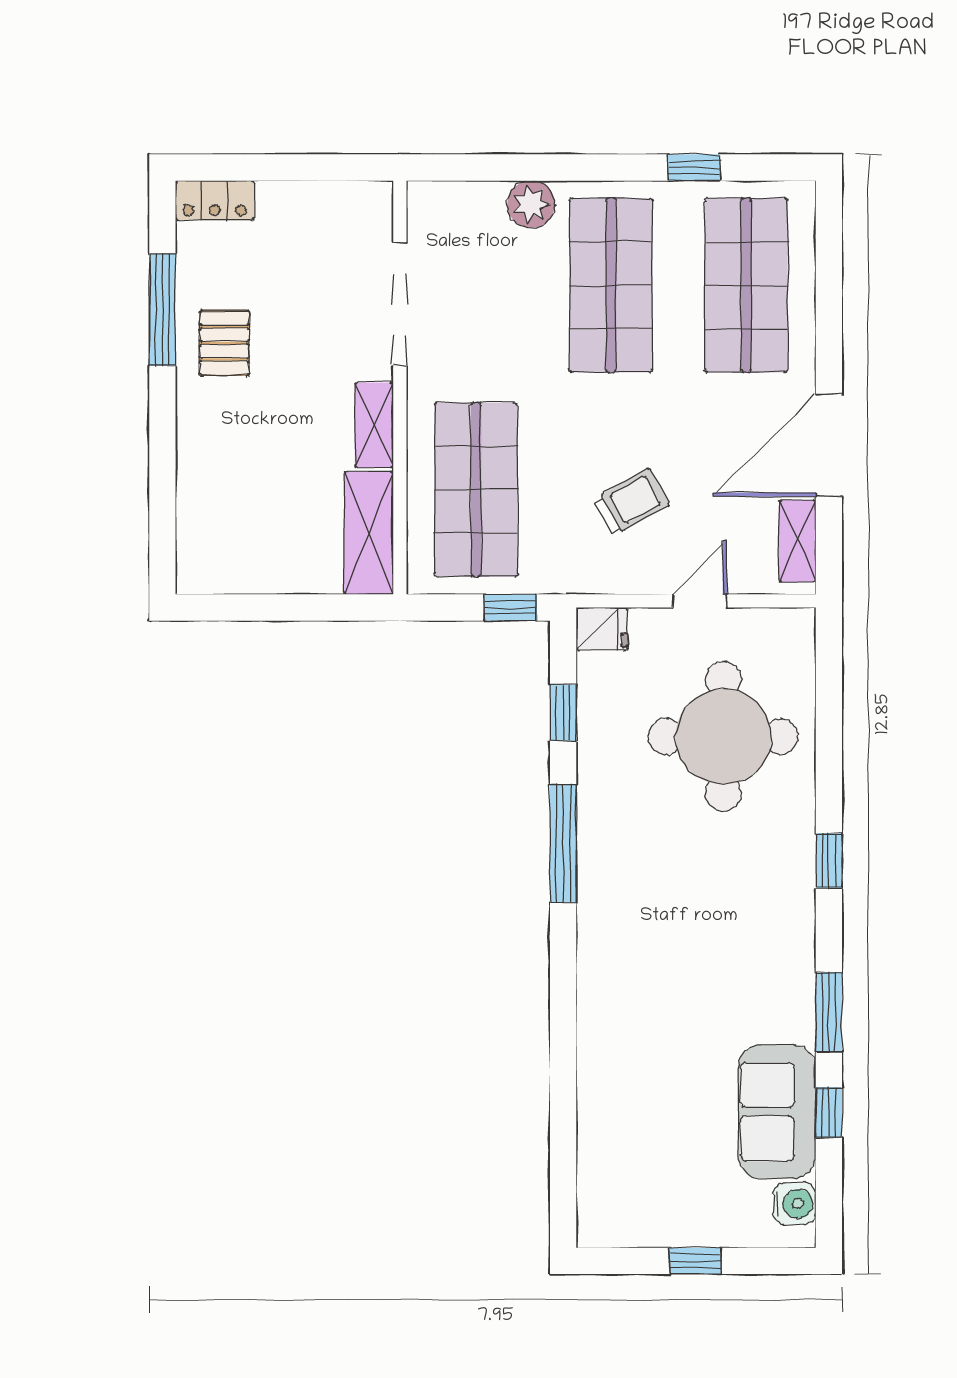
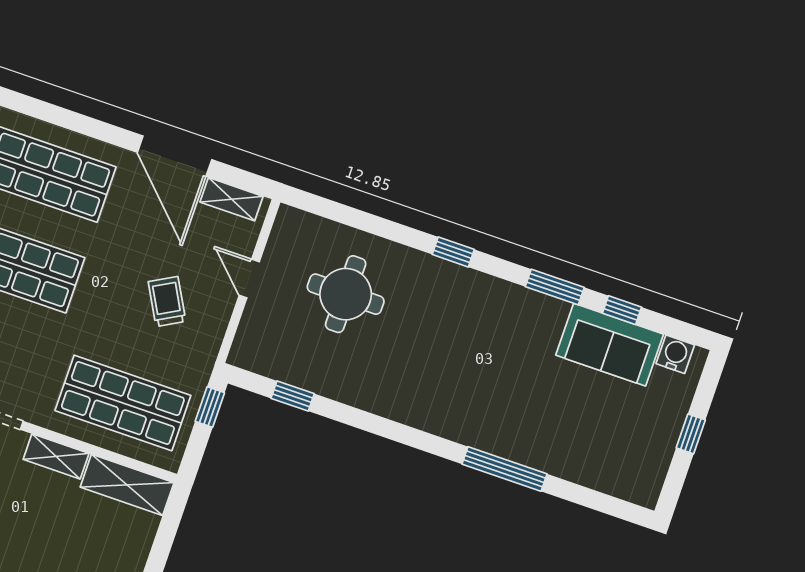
fridge: (602, 629) -> (245, 351), removed
round table: (723, 737) -> (346, 294), width x0.73, depth x0.73
window: (563, 843) -> (504, 469), moved

